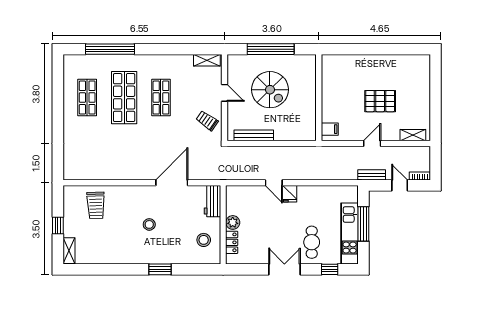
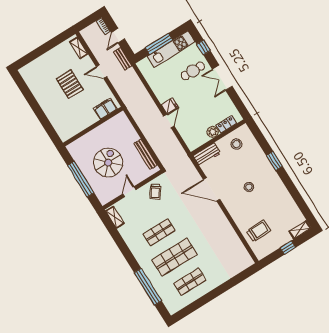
filing cabinet: (330, 129) -> (105, 109), width x2.00

